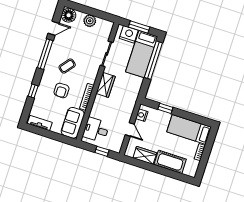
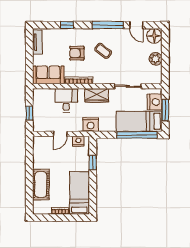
nightstand: (130, 99) -> (91, 124), added
desk: (96, 130) -> (66, 100), moved
wardrobe: (145, 155) -> (39, 157), removed

